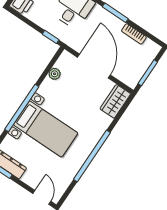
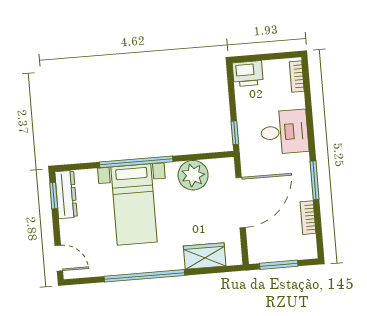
plant: (55, 74) -> (193, 175), width x1.88, depth x1.88
wardrobe: (115, 101) -> (205, 256), moved
door: (42, 197) -> (59, 258), hinge flipped

